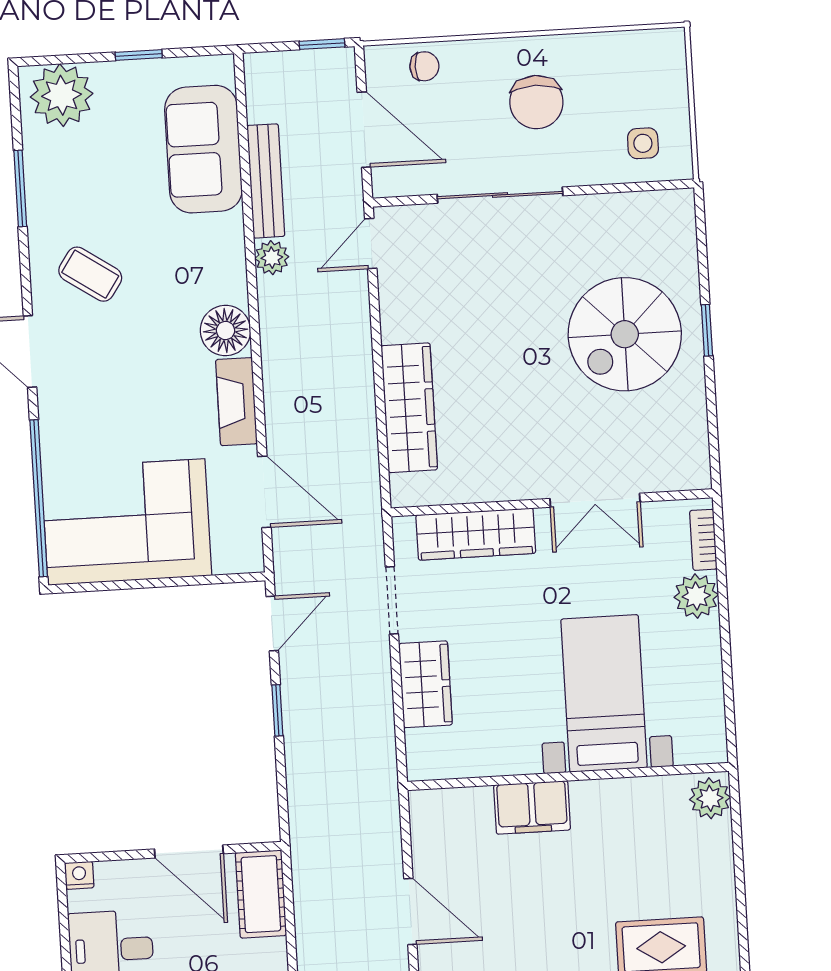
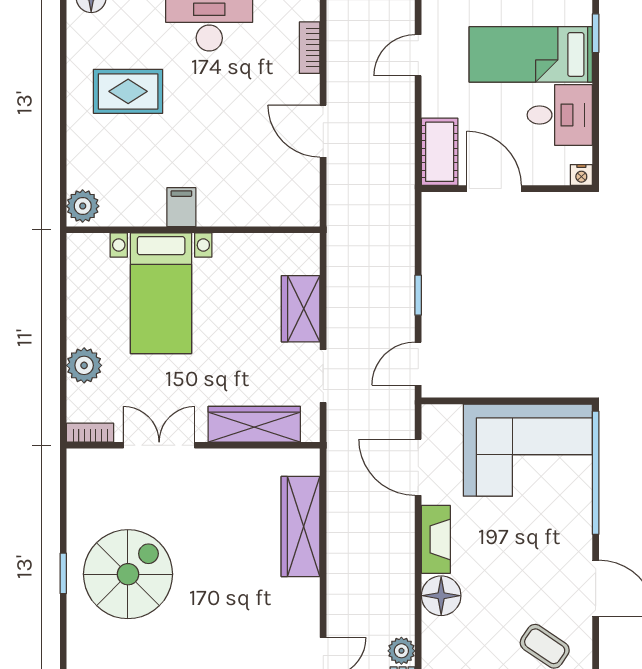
bookcase: (703, 540) -> (90, 433), moved, turned -90
filing cabinet: (532, 807) -> (181, 207), moved, width x0.50

